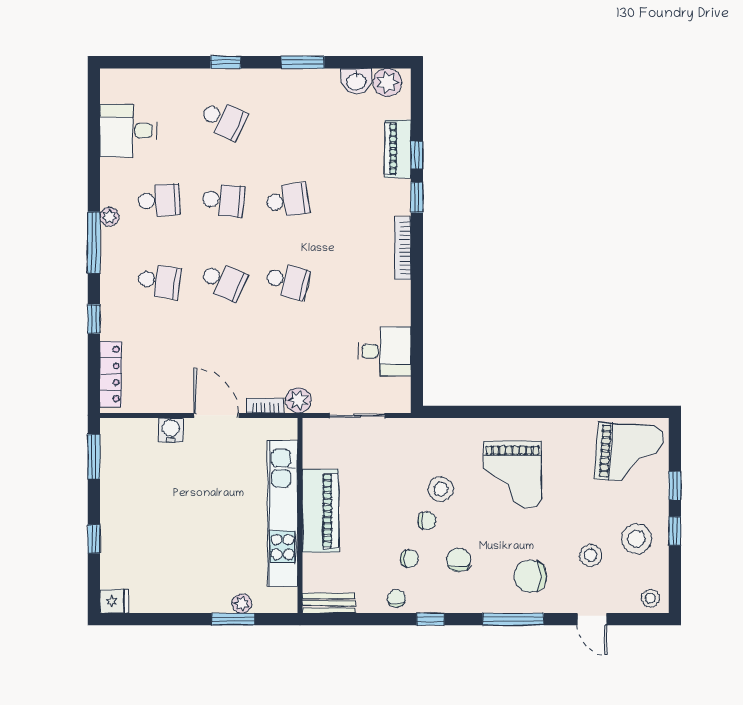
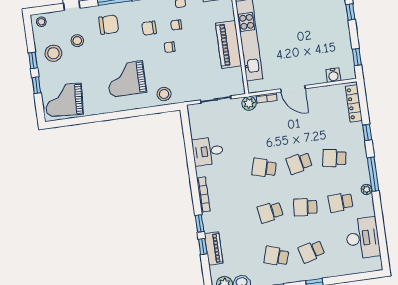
school desk: (223, 120) -> (311, 251), turned -39
school desk: (287, 120) -> (276, 256), added
desk: (128, 131) -> (363, 238), width x1.37
school desk: (223, 281) -> (299, 163), turned -36
desk: (384, 351) -> (208, 151), moved
water cooler: (171, 430) -> (333, 75), moved
window: (94, 456) -> (357, 57), width x0.67
grand piano: (512, 475) -> (126, 79), turned -90
stool: (441, 489) -> (164, 94), moved
chair: (459, 560) -> (149, 28), turned 90

